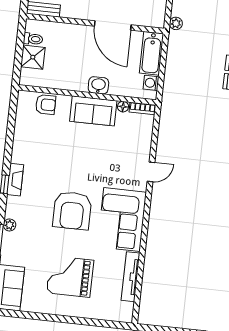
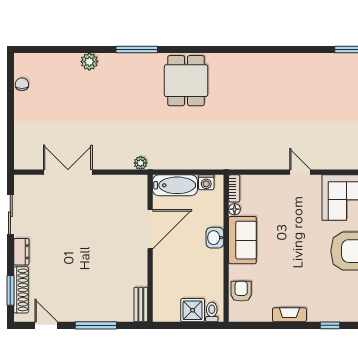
toilet: (33, 39) -> (212, 312), moved
fireplace: (15, 180) -> (289, 315), moved

